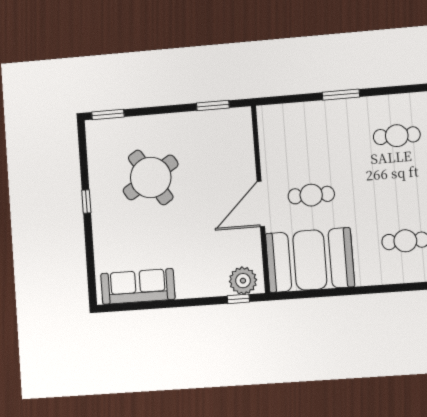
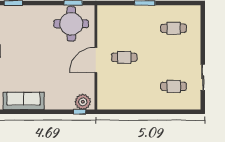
round table: (151, 177) -> (71, 24), moved, turned 32
booth: (310, 260) -> (121, 93), removed

